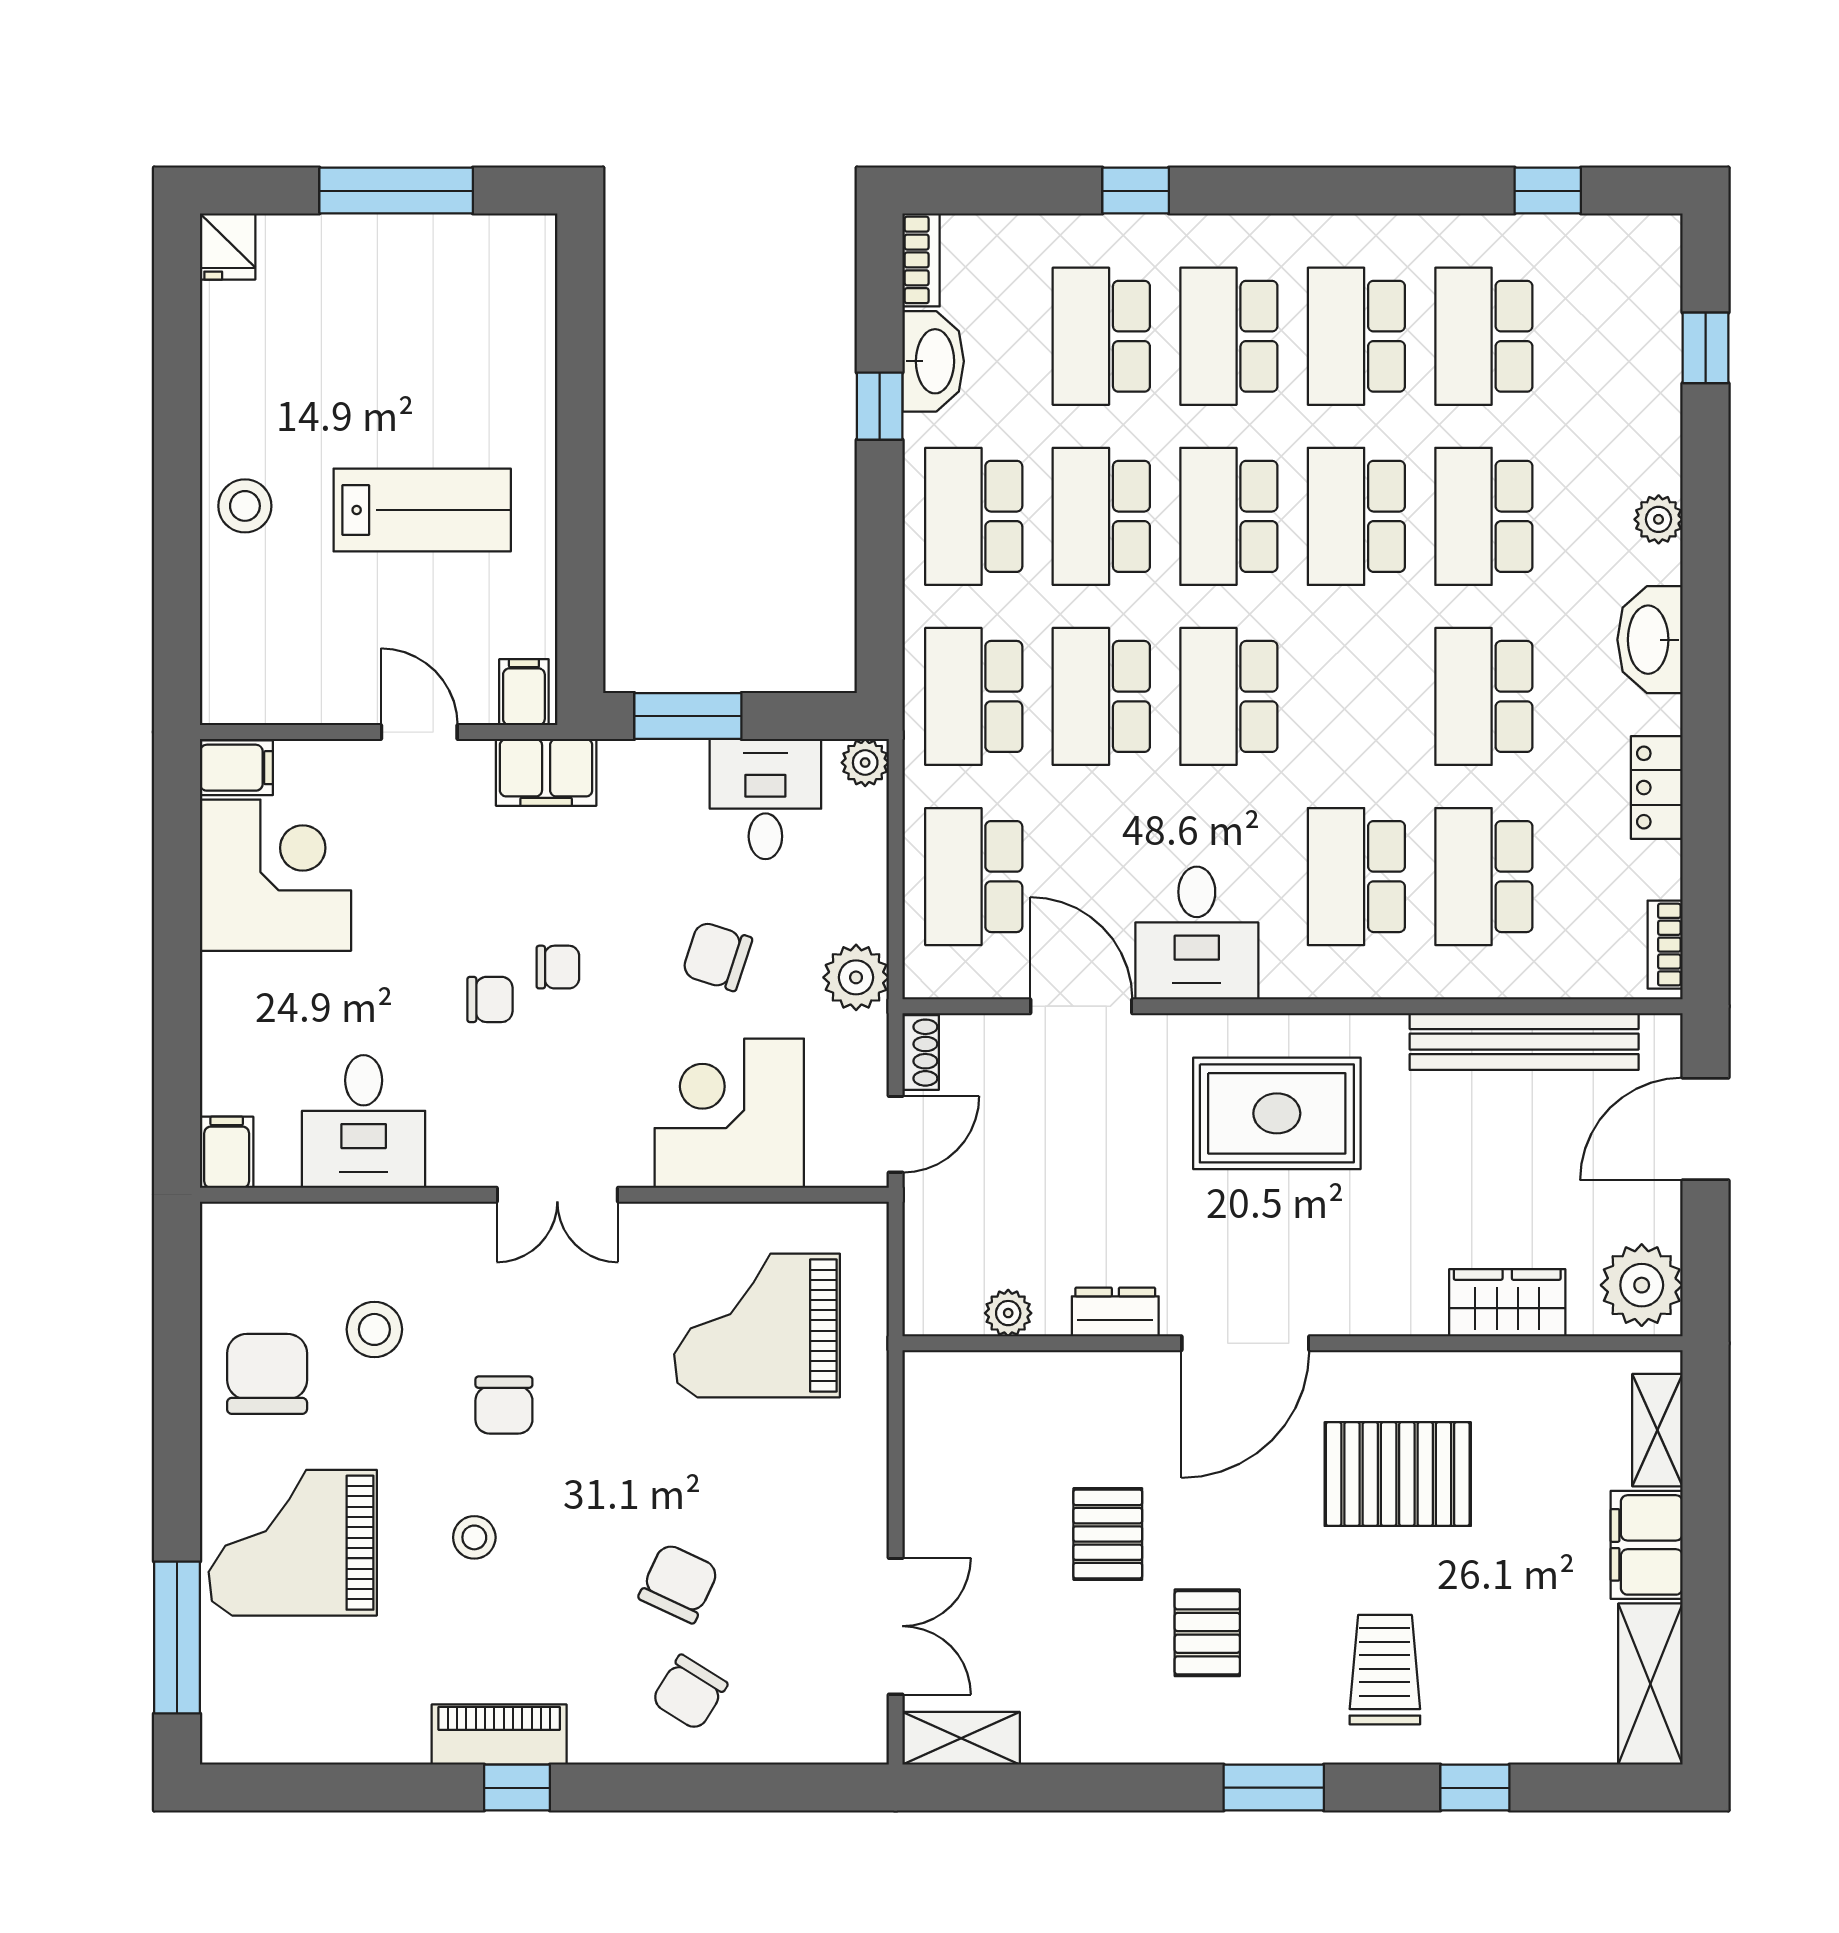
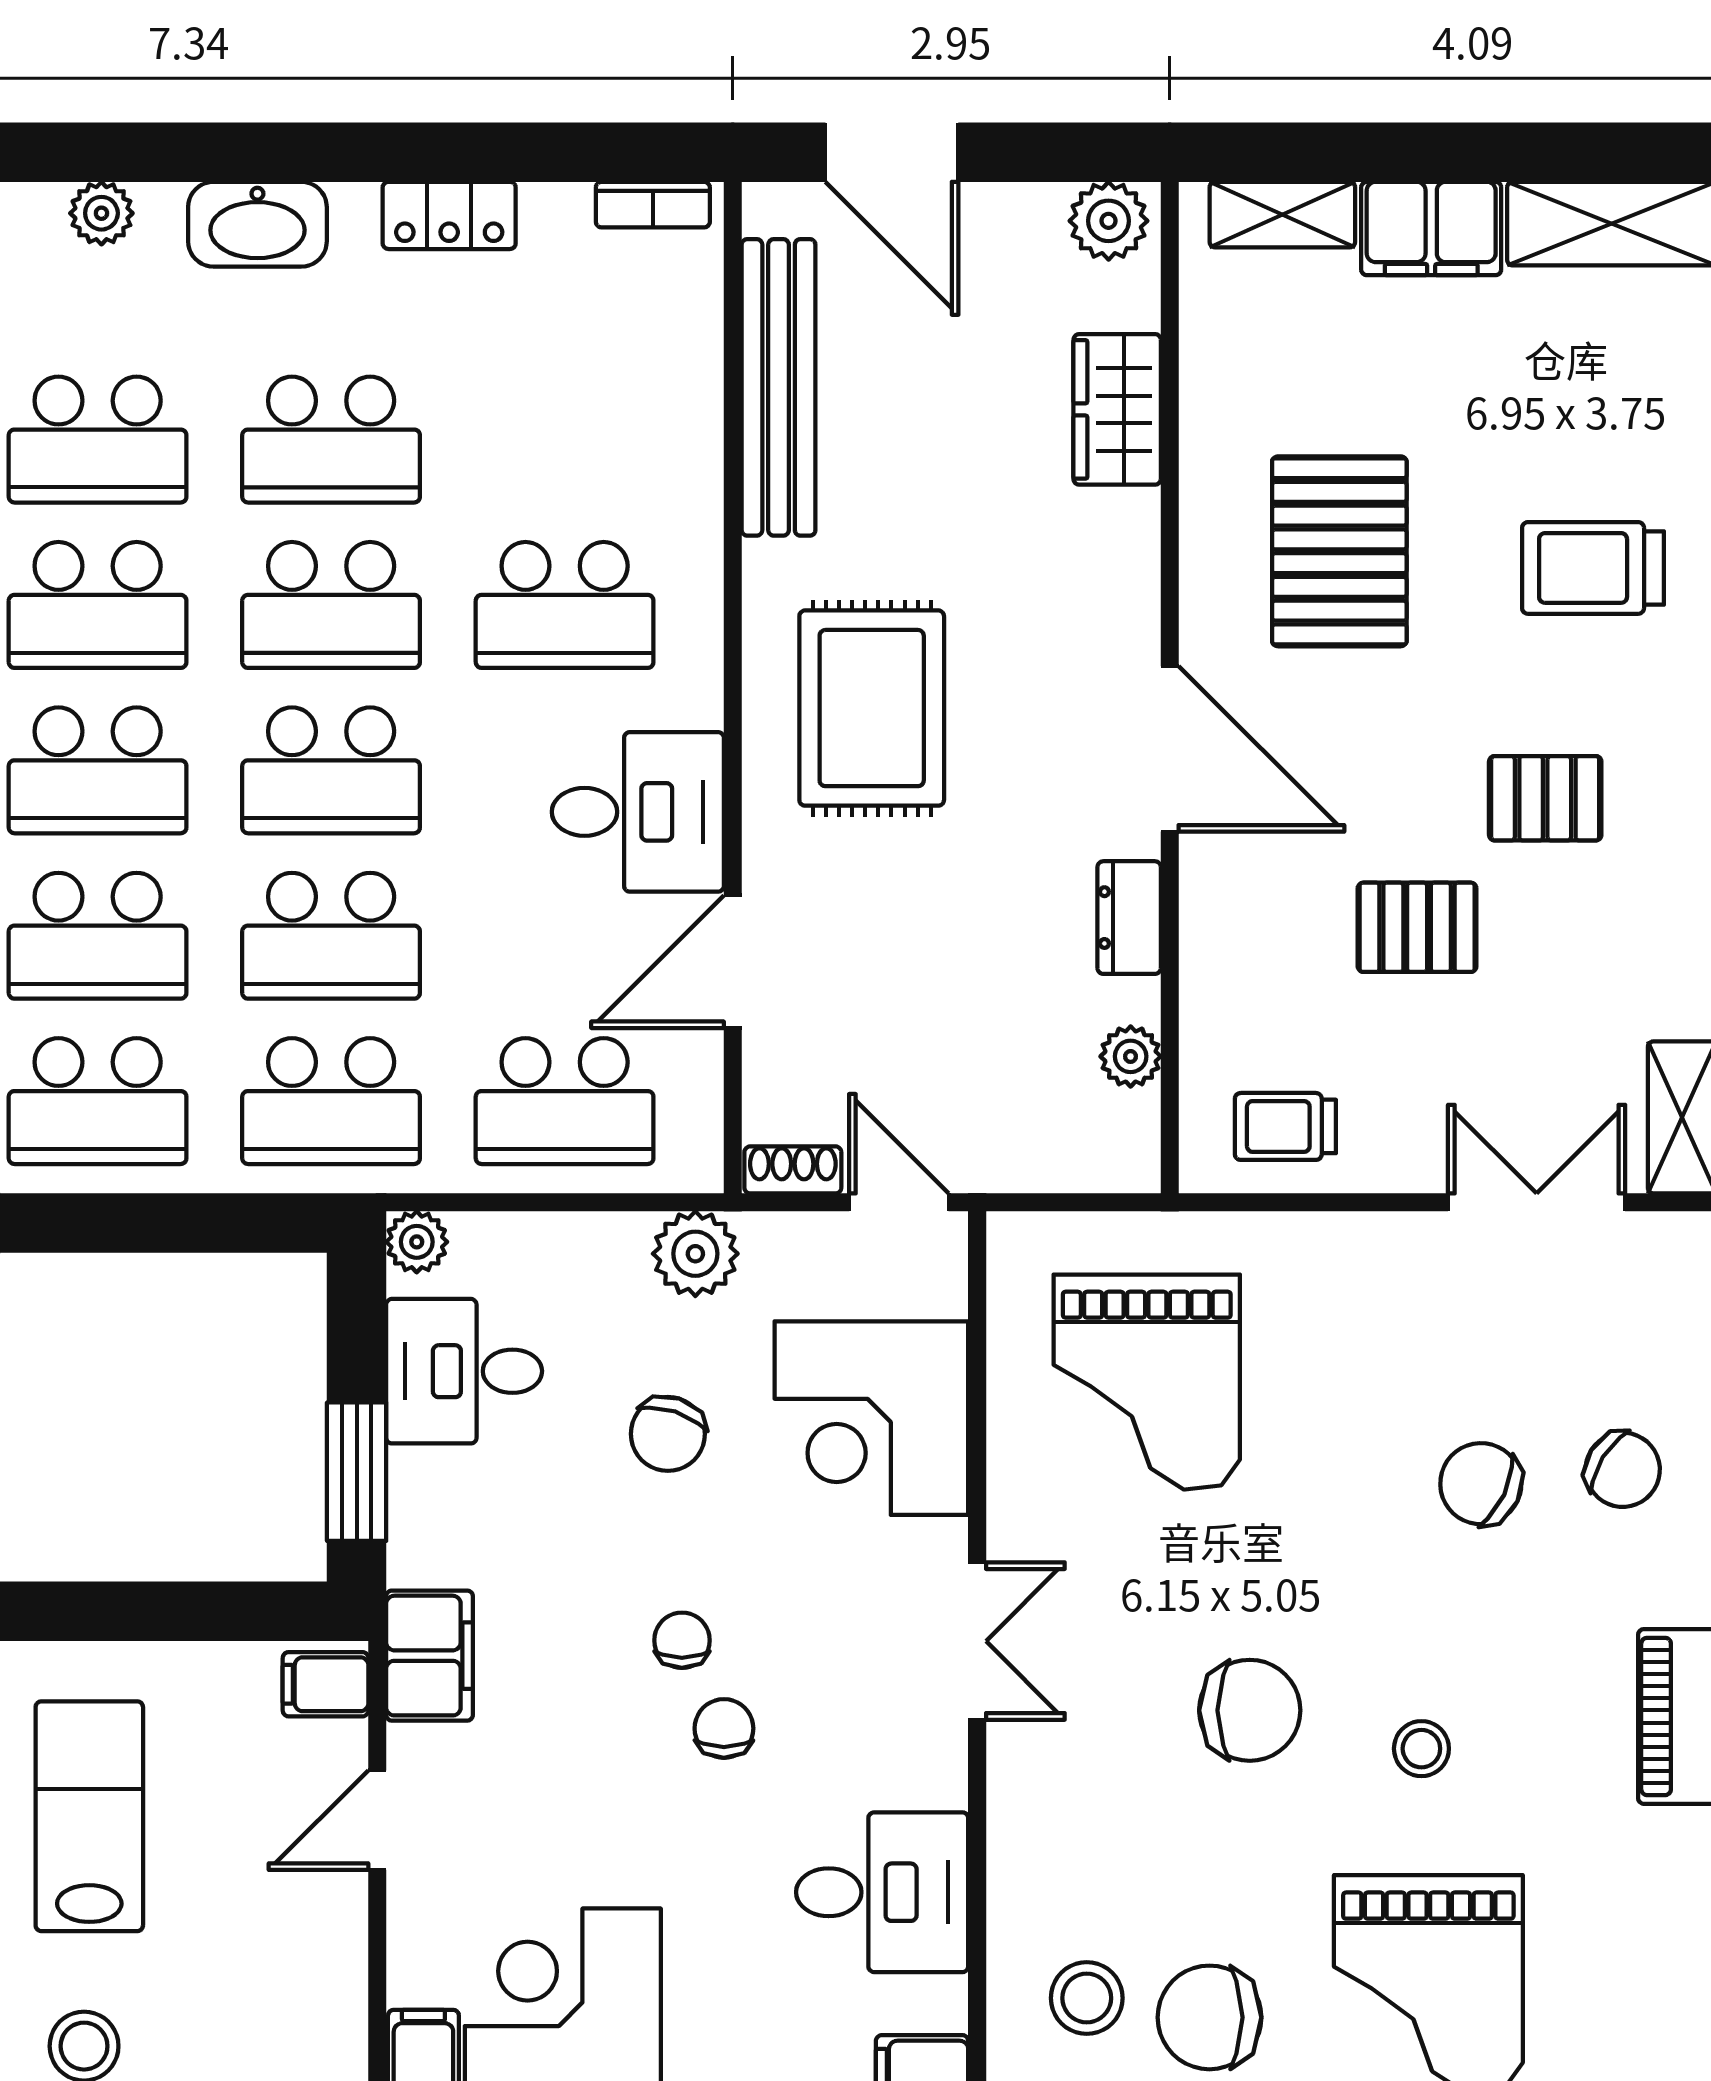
school desk: (1484, 877) -> (331, 605), moved
plant: (1642, 1285) -> (1109, 221), width x0.73, depth x0.73
stool: (374, 1329) -> (1087, 1998), moved
chair: (504, 1405) -> (1250, 1710), width x1.37, depth x1.37
trolley: (954, 1432) -> (1285, 1126), added

